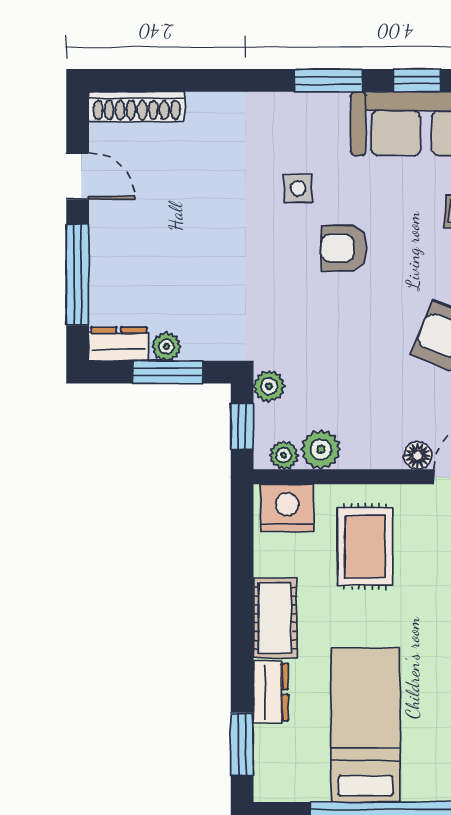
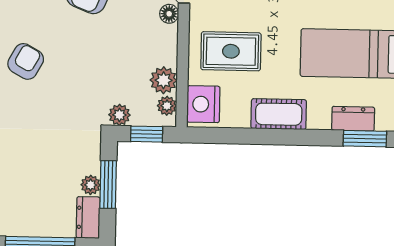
armchair: (344, 248) -> (26, 61), turned -151
dresser: (271, 692) -> (353, 119), moved

